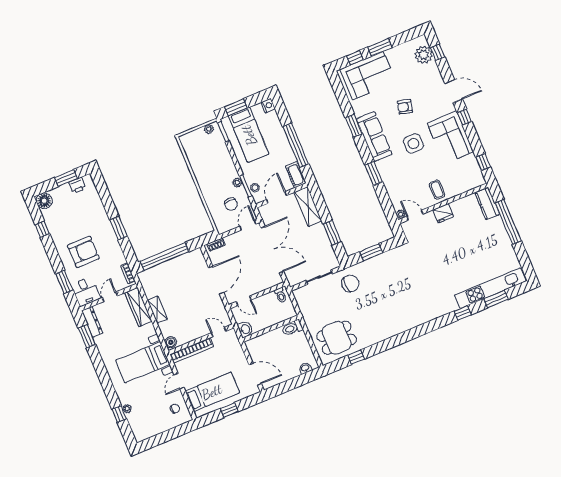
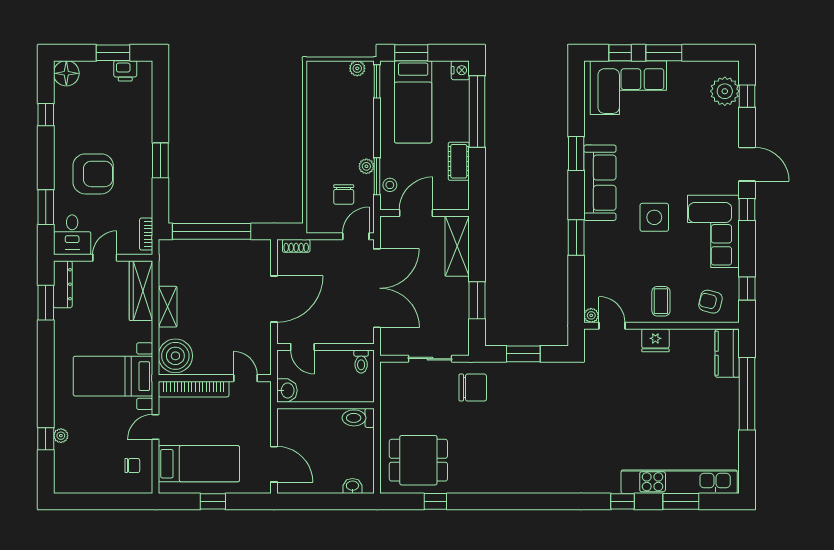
armchair: (405, 107) -> (710, 302), moved
window: (296, 145) -> (477, 111), moved
cot: (296, 175) -> (459, 161), moved
boiler: (171, 342) -> (175, 356), width x1.86, depth x1.86

